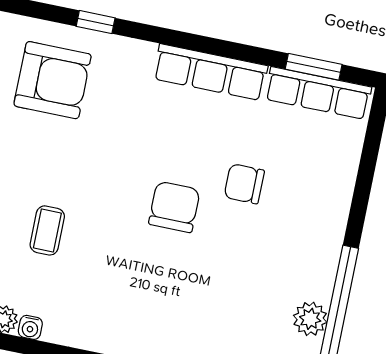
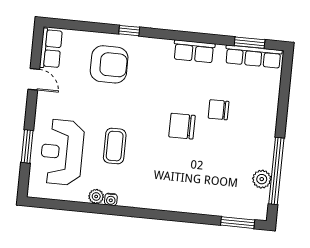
row of seats: (210, 72) -> (194, 51), width x0.68
chair: (174, 207) -> (182, 126), turned -90
coffee table: (47, 230) -> (115, 146), width x1.36, depth x1.30

